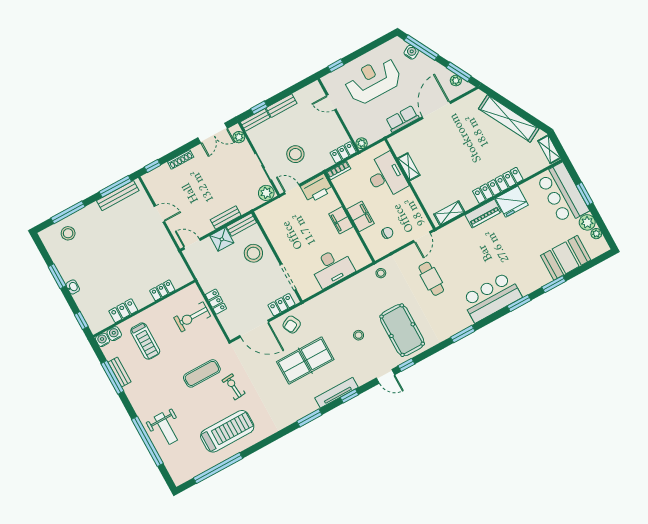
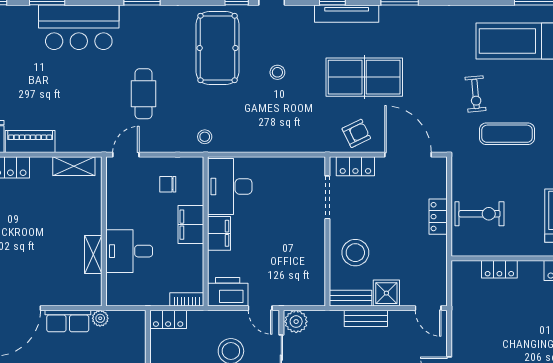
plant: (362, 143) -> (100, 318), moved
desk: (386, 176) -> (129, 251), width x0.73
desk: (332, 267) -> (230, 186), moved, turned -90

